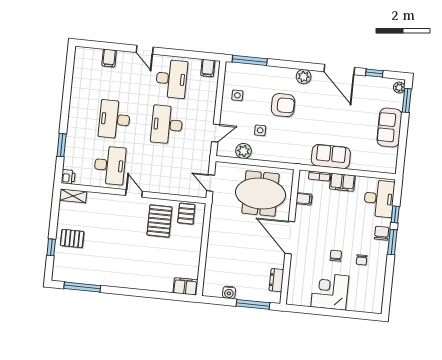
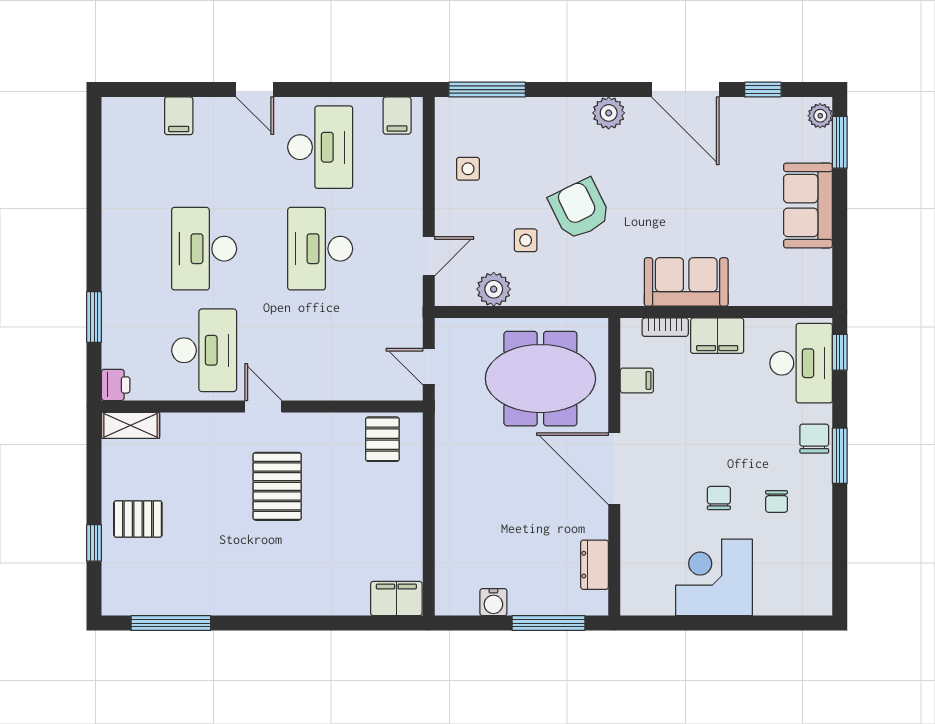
armchair: (283, 105) -> (580, 209), moved, turned -116
window: (395, 214) -> (840, 352), moved
pallet: (159, 221) -> (277, 486), moved

